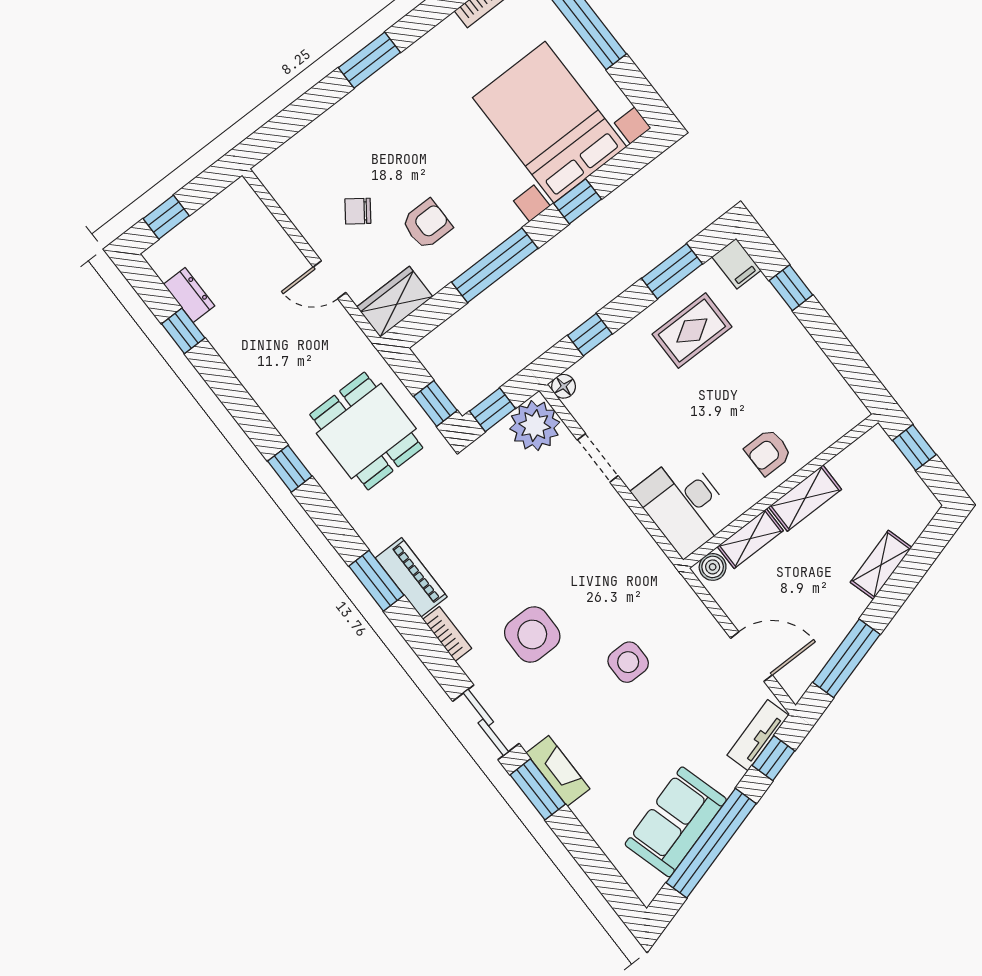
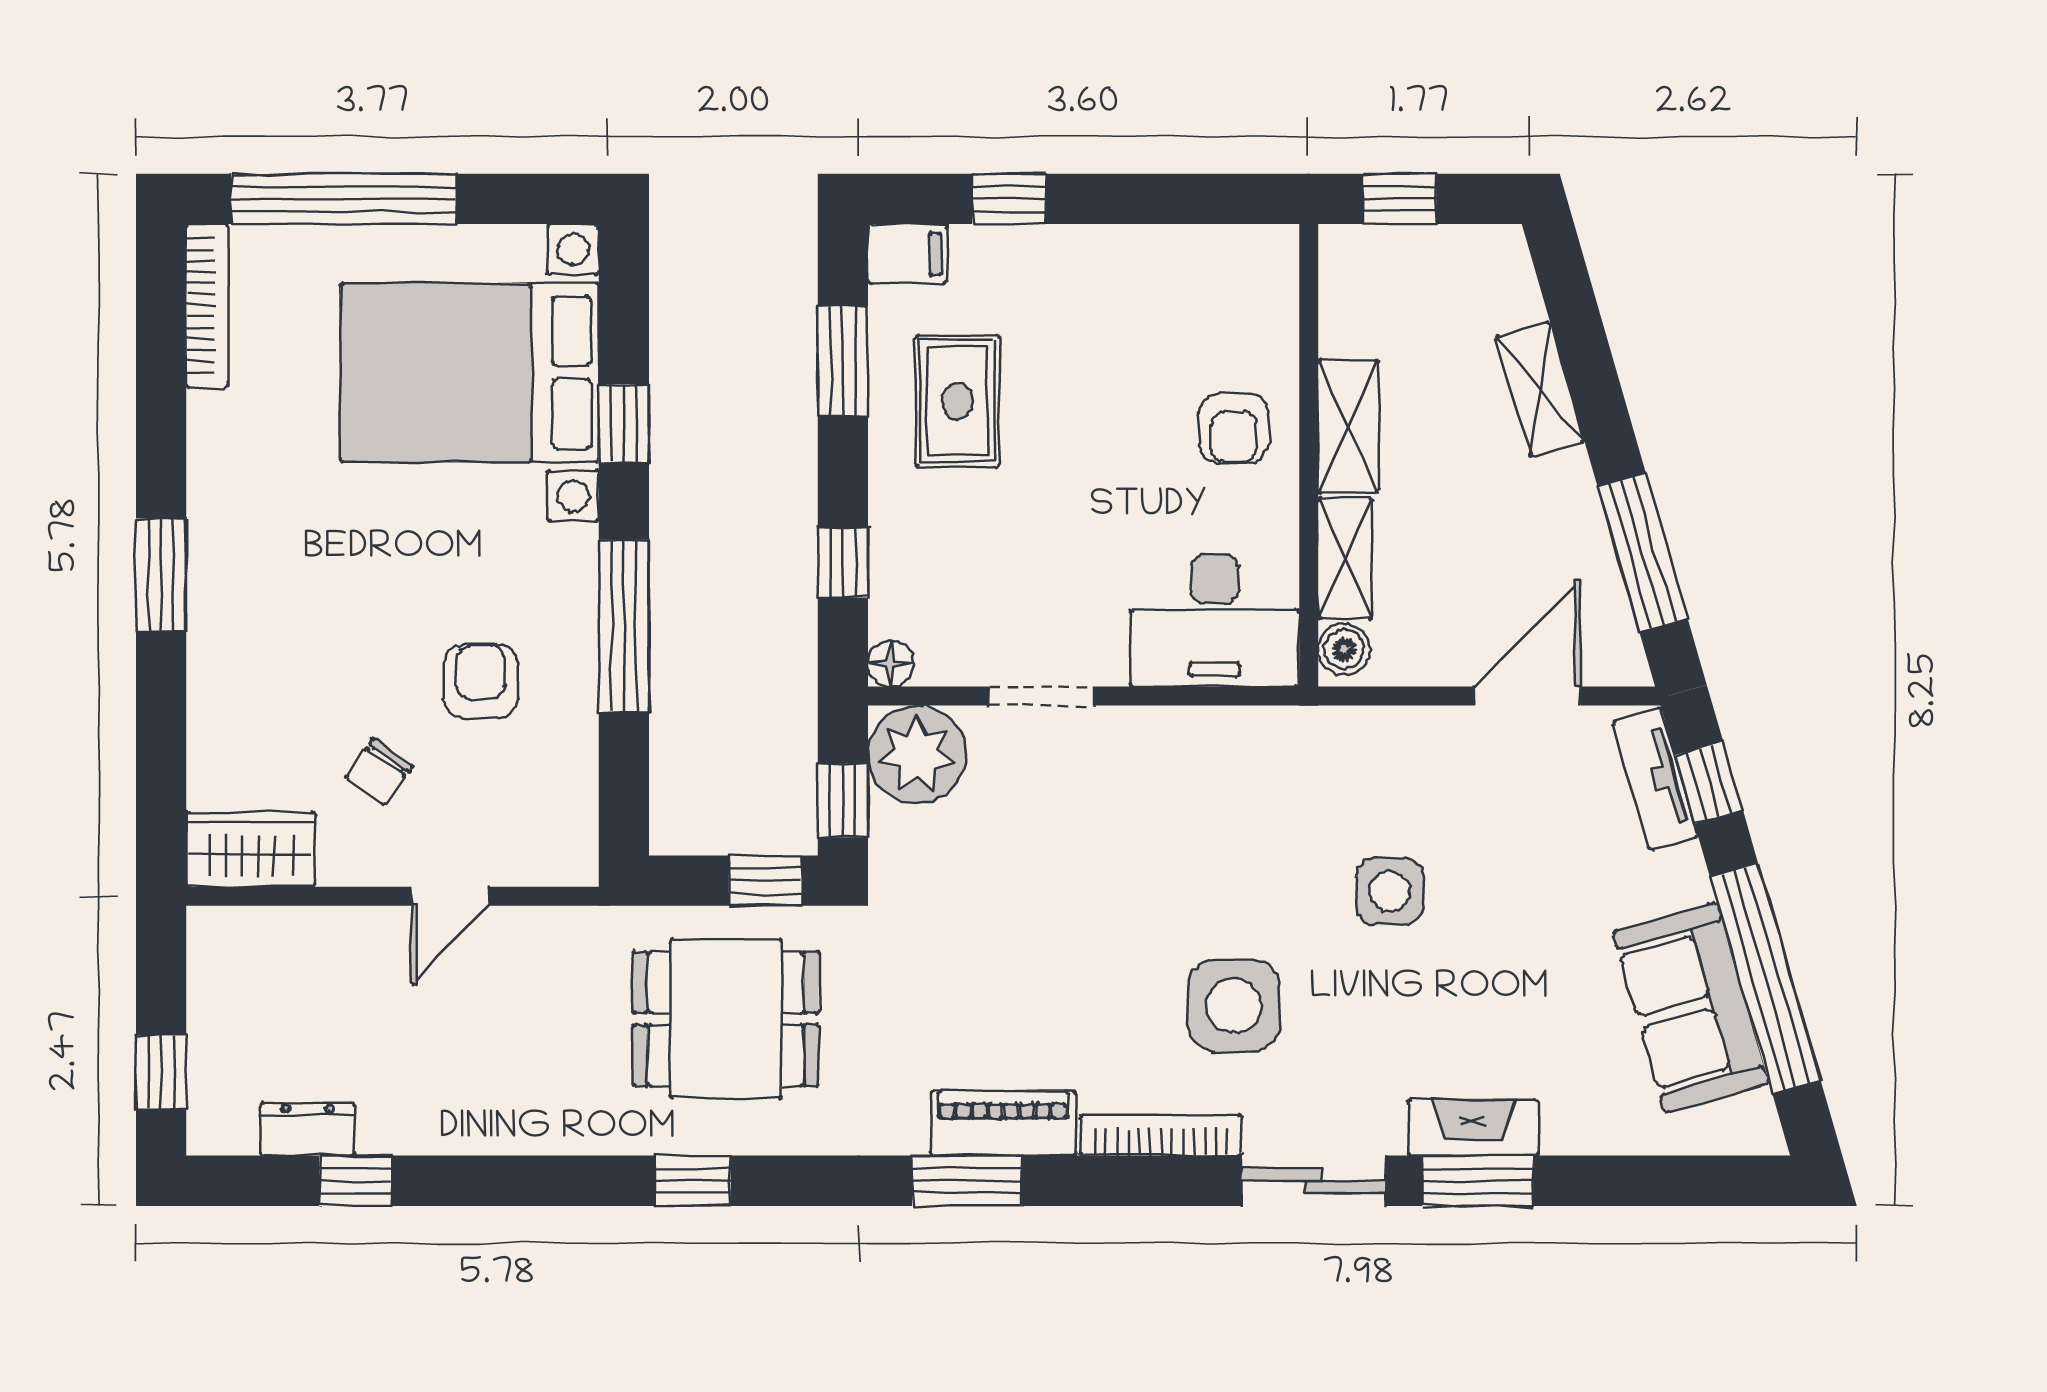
wardrobe: (395, 302) -> (251, 849), moved, turned 90
bookcase: (447, 634) -> (1161, 1135), width x1.56

